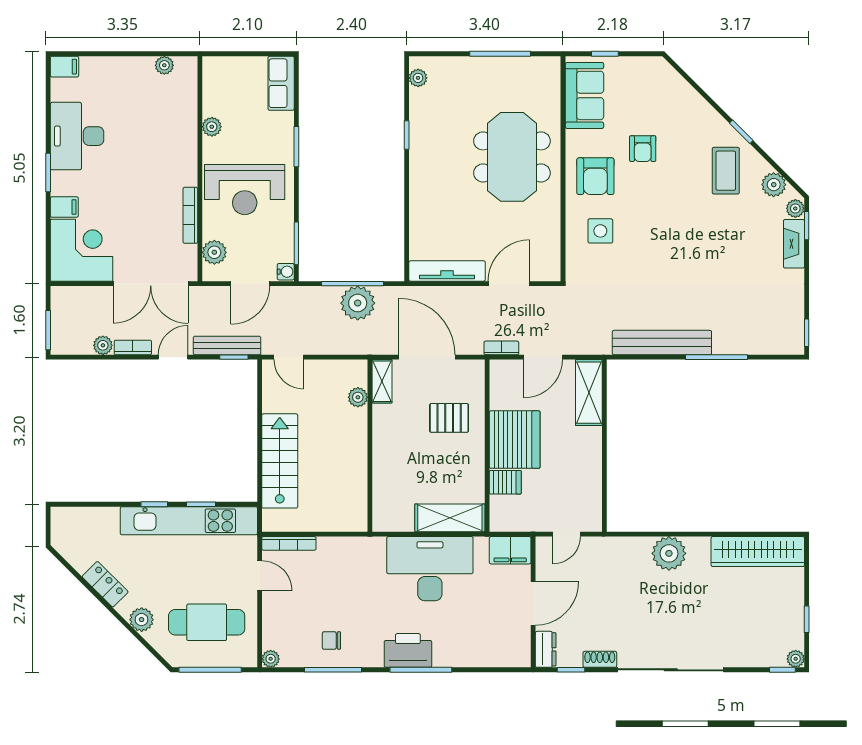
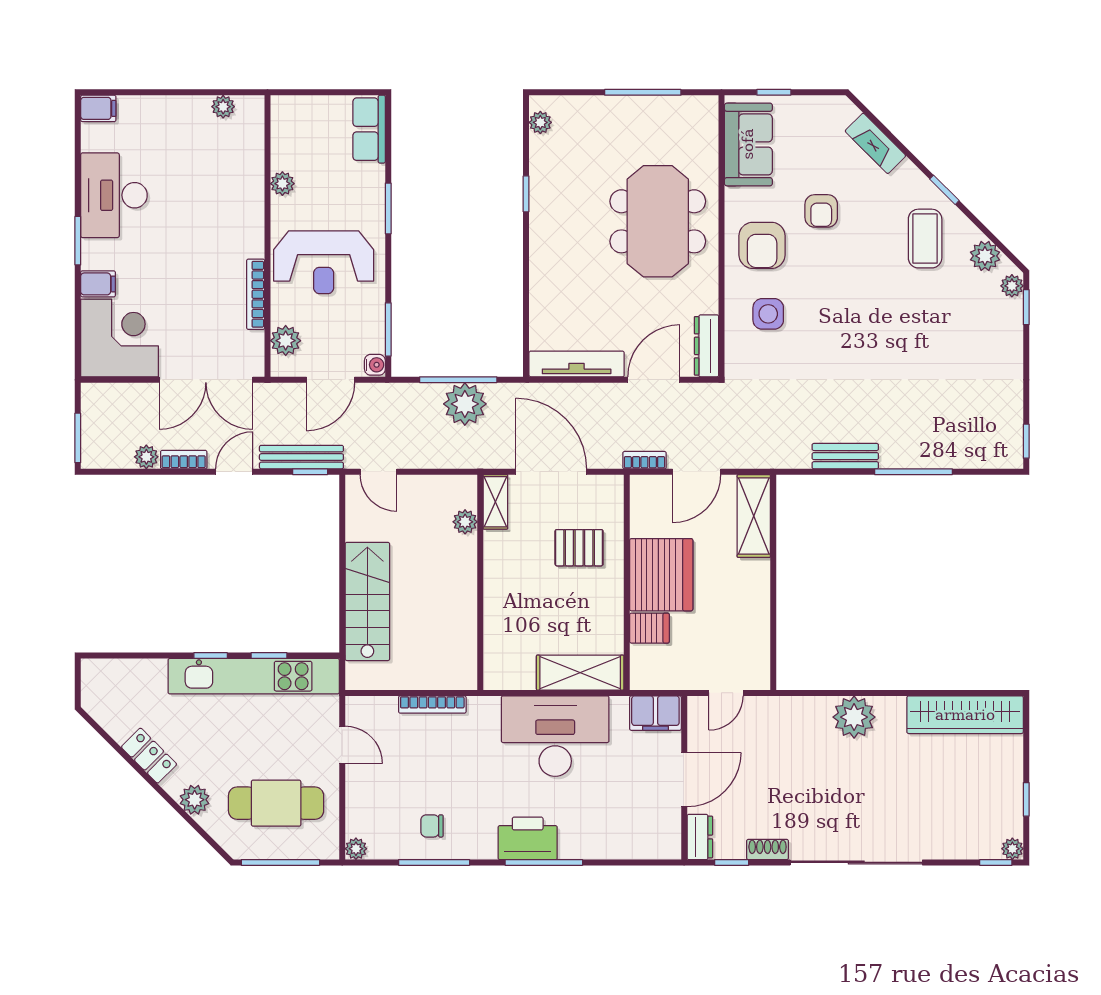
fireplace: (794, 244) -> (875, 143), moved, turned -45
dresser: (551, 257) -> (707, 346), added
bench: (662, 343) -> (845, 456), width x0.54, depth x0.82
bookcase: (289, 543) -> (432, 704), moved

